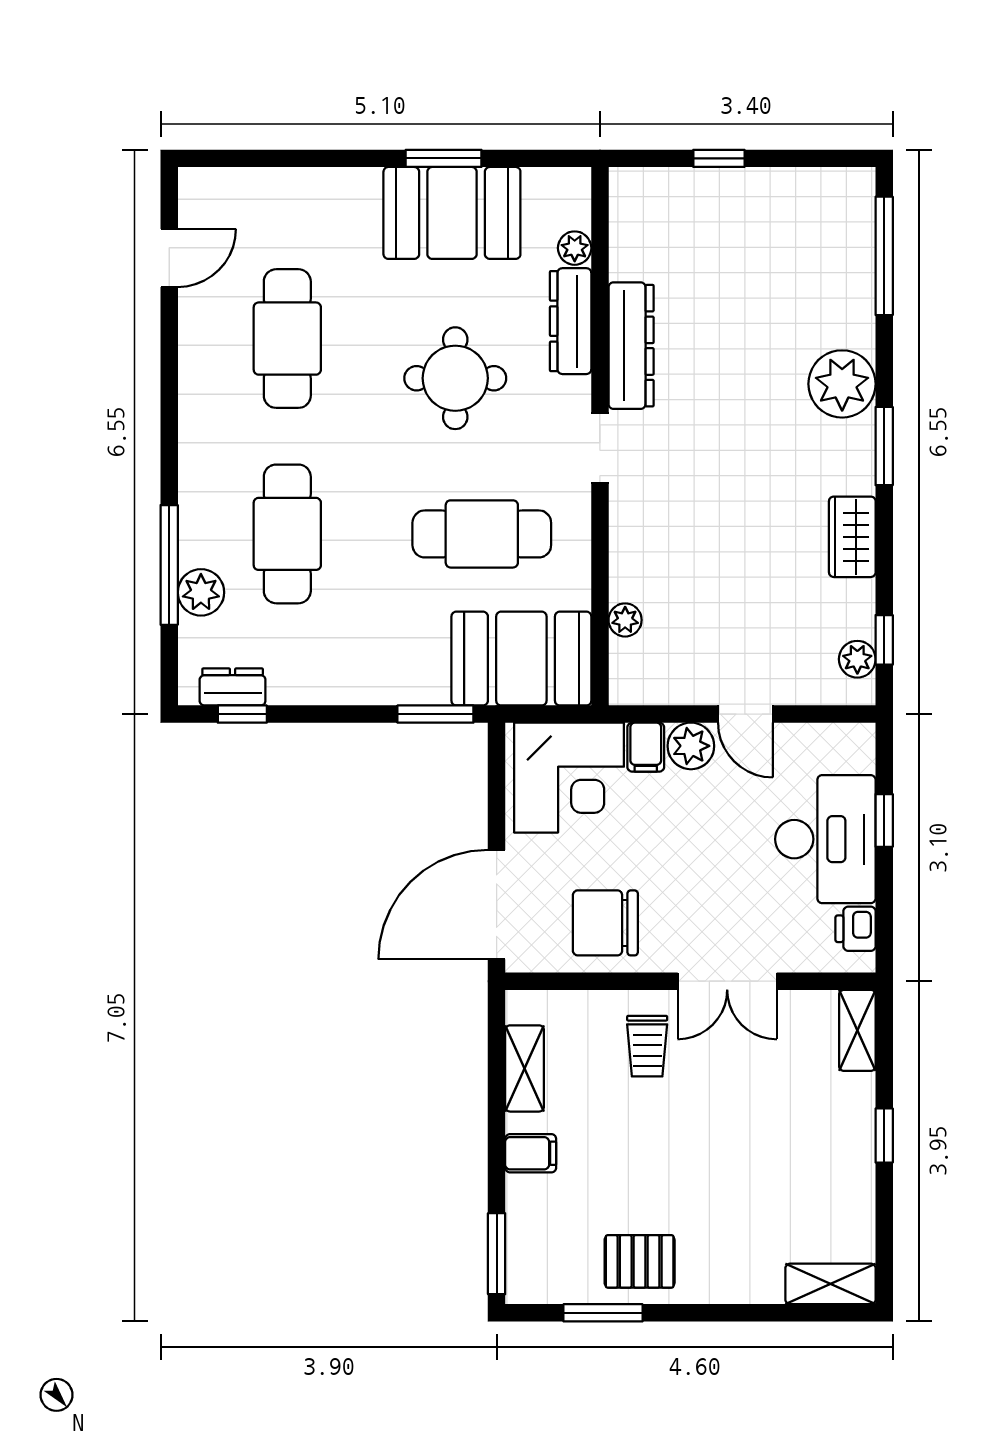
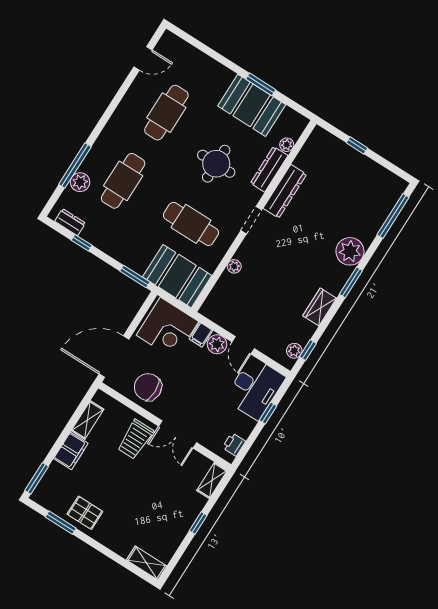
plant: (625, 620) -> (234, 266), moved
window: (242, 714) -> (82, 243), moved
desk: (825, 839) -> (255, 388), moved
trolley: (647, 1046) -> (135, 439), width x1.36, depth x1.39
filing cabinet: (531, 1153) -> (71, 451), width x2.00

